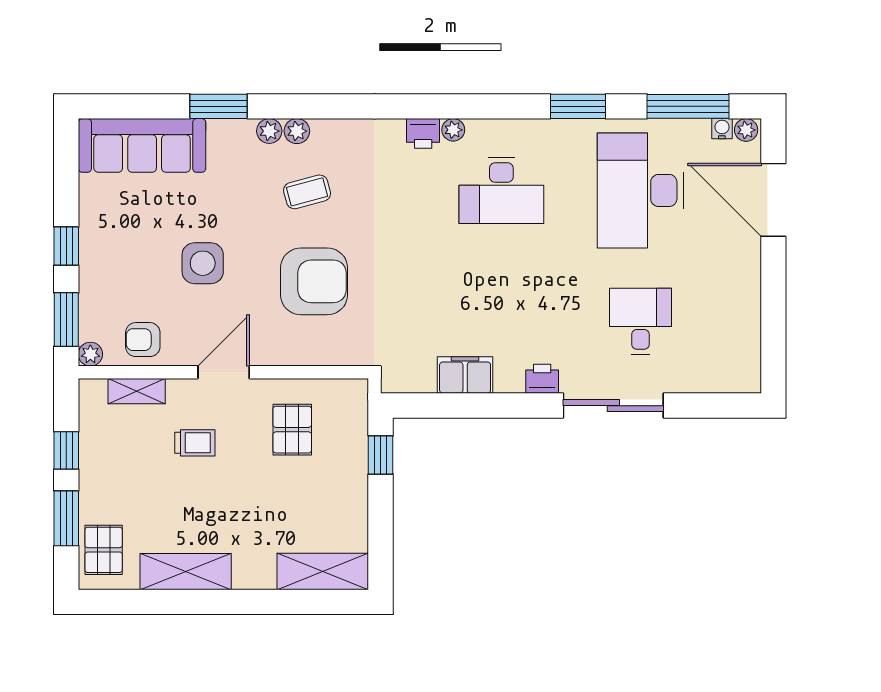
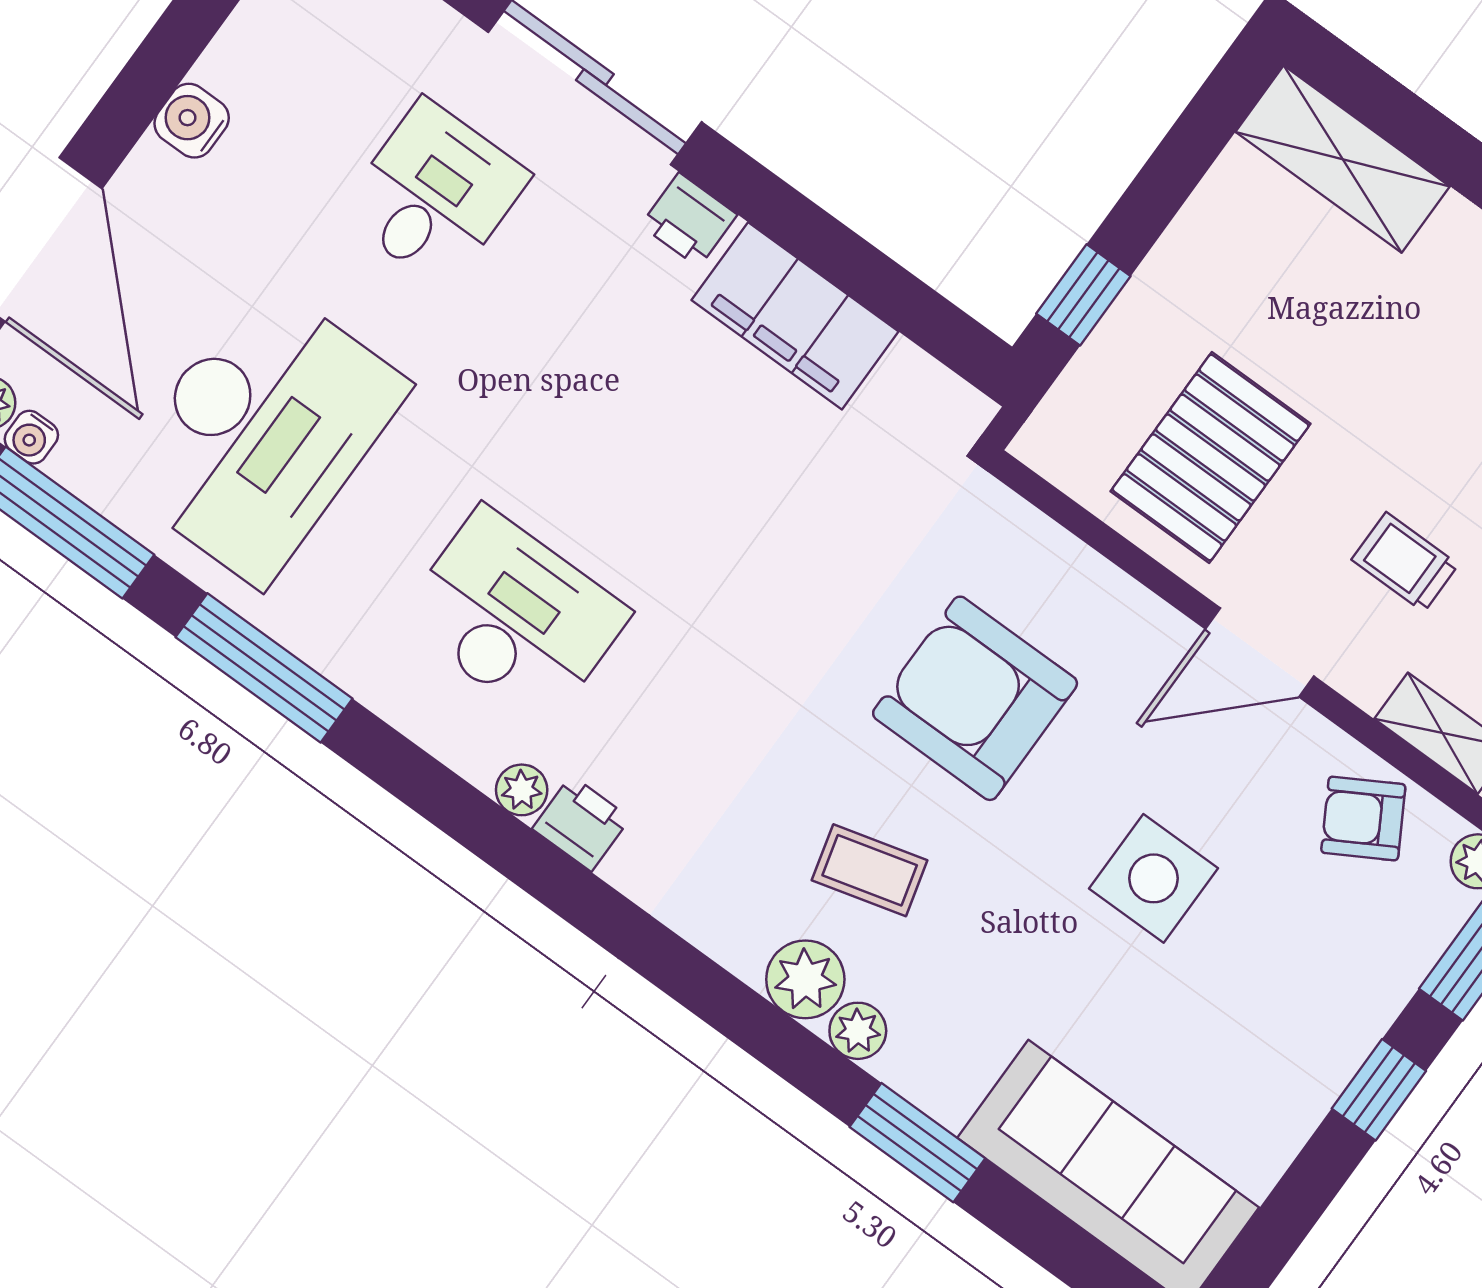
window: (578, 106) -> (264, 668), width x1.44
plant: (297, 131) -> (805, 979), width x1.38, depth x1.38
water cooler: (747, 284) -> (192, 121), added
desk: (640, 321) -> (434, 194), turned 180
armchair: (143, 340) -> (1363, 819), turned 150
filing cabinet: (465, 375) -> (795, 316), width x1.50, depth x1.17
pallet: (292, 430) -> (1211, 457), width x1.50, depth x1.42

